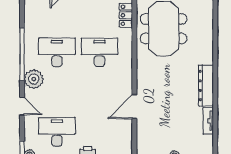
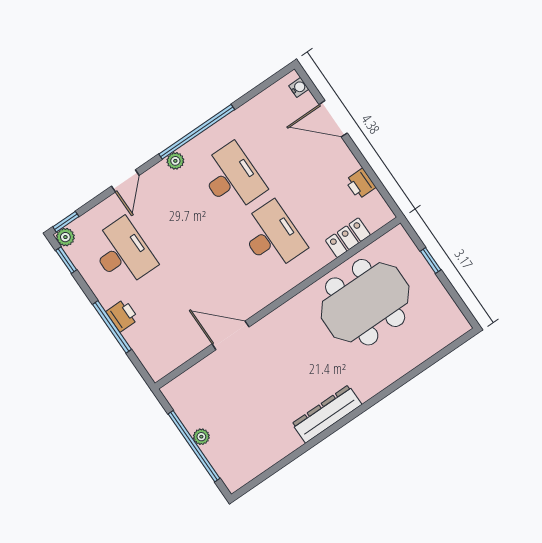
plant: (34, 79) -> (175, 161), width x0.53, depth x0.53
tv unit: (208, 121) -> (281, 450), removed

